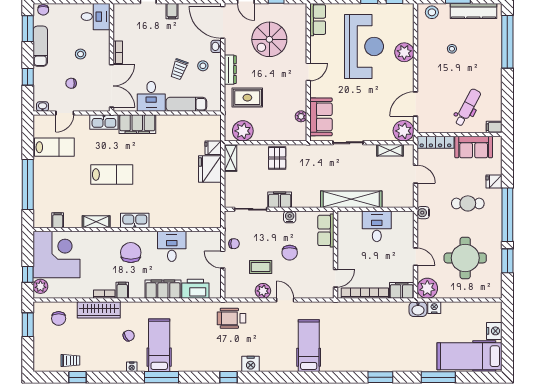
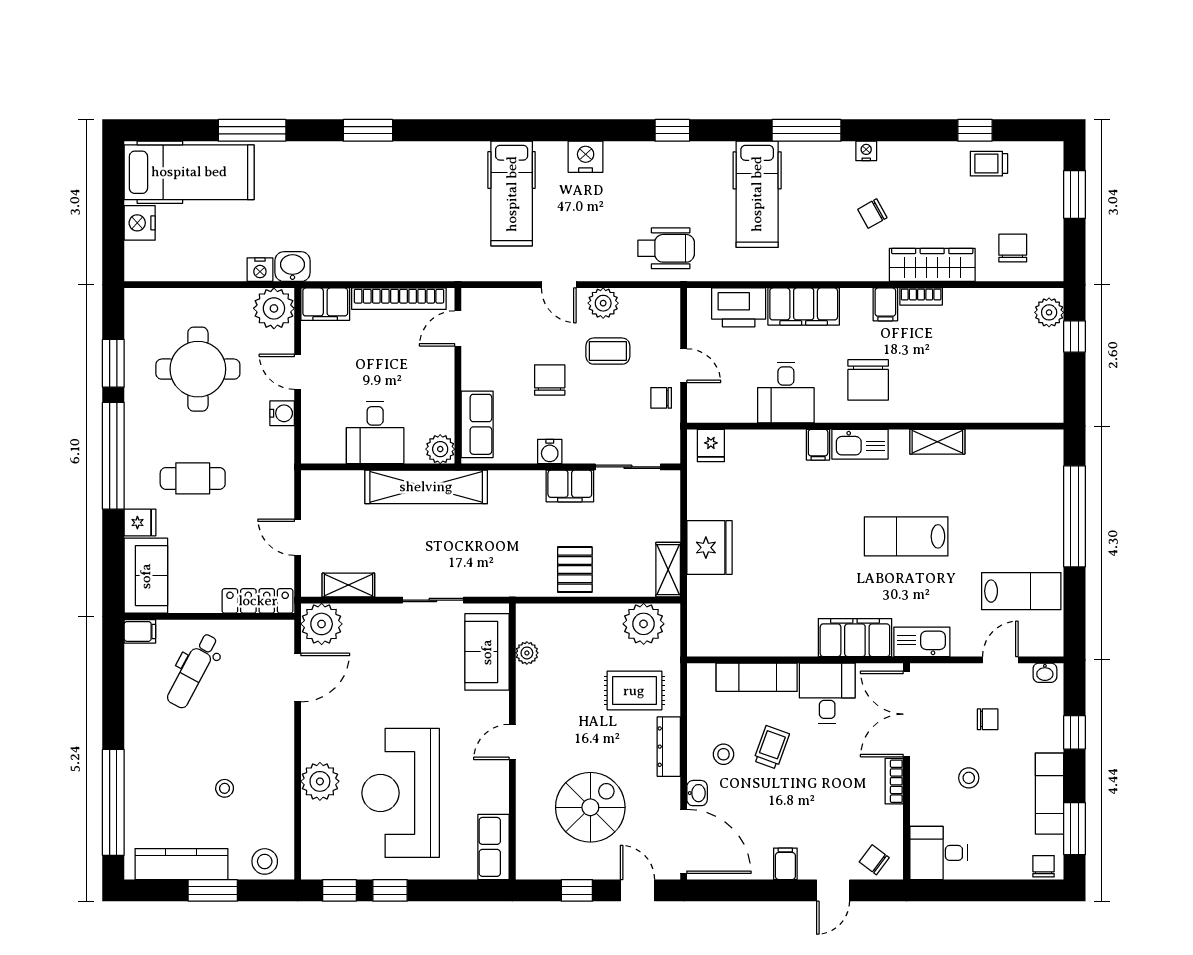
chair: (128, 13) -> (874, 860), added
lab bench: (54, 147) -> (1021, 591), turned 180
sofa: (474, 147) -> (146, 576), moved, turned 90
fridge: (213, 148) -> (711, 446), moved, turned 90
water cooler: (423, 213) -> (282, 413), moved
plant: (344, 218) -> (440, 449), added
filing cabinet: (58, 220) -> (818, 445), moved
corner desk: (57, 255) -> (1017, 376), removed
window: (28, 325) -> (1074, 195), moved
hospital bed: (159, 345) -> (757, 194), moved
nightstand: (251, 364) -> (586, 157), moved

